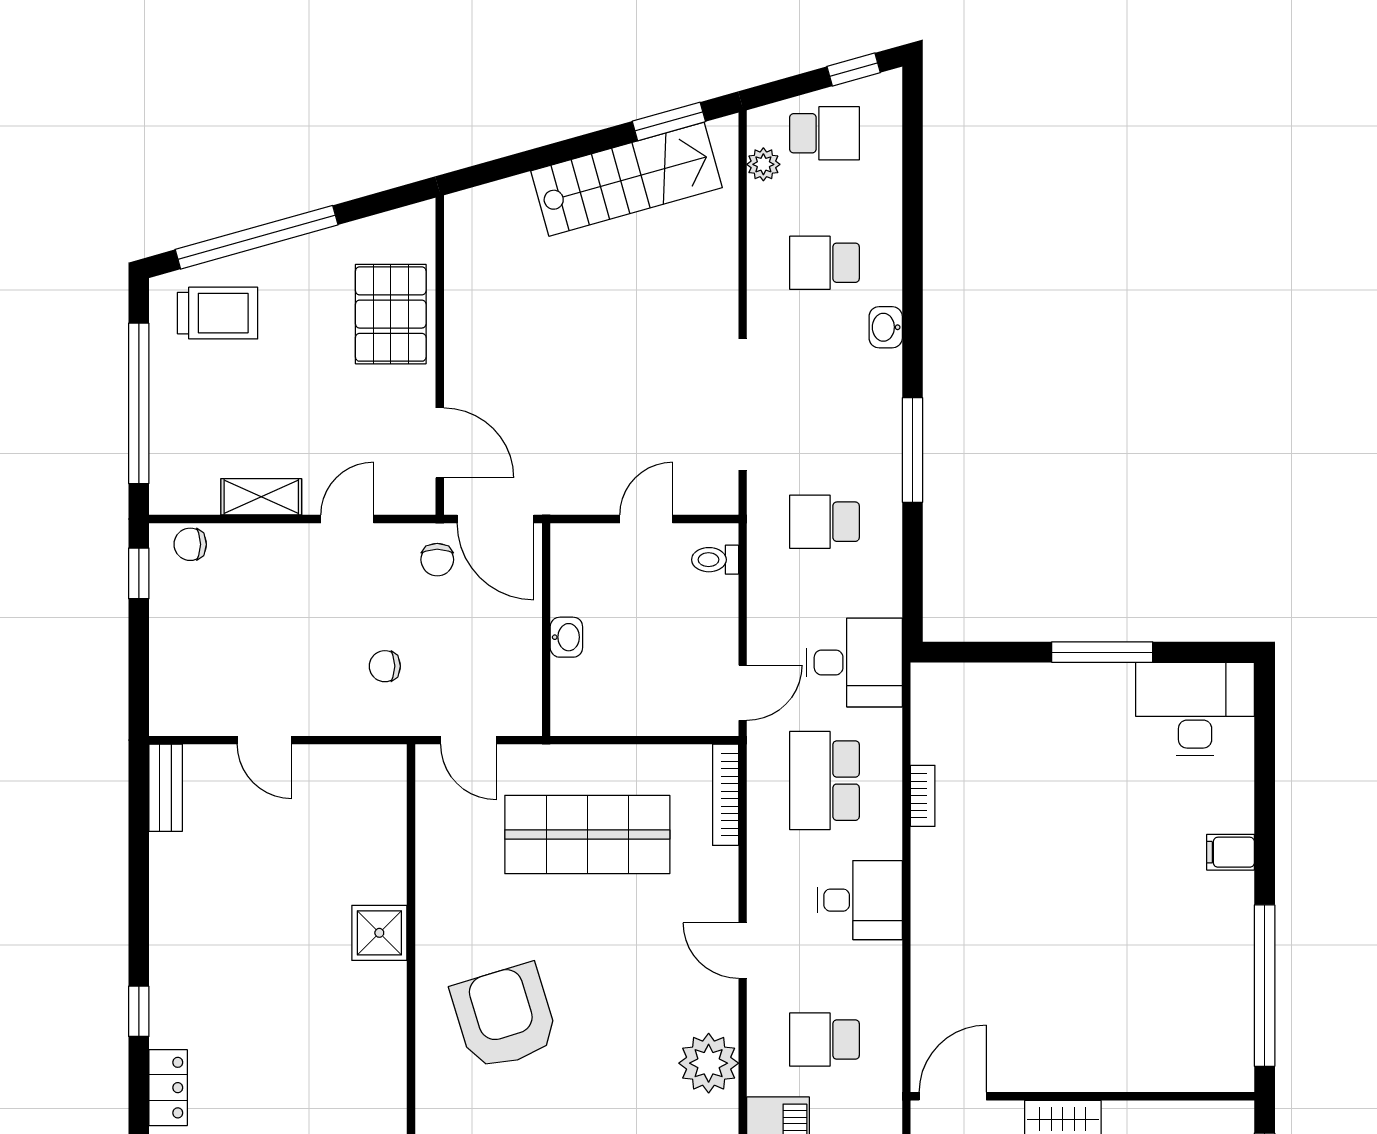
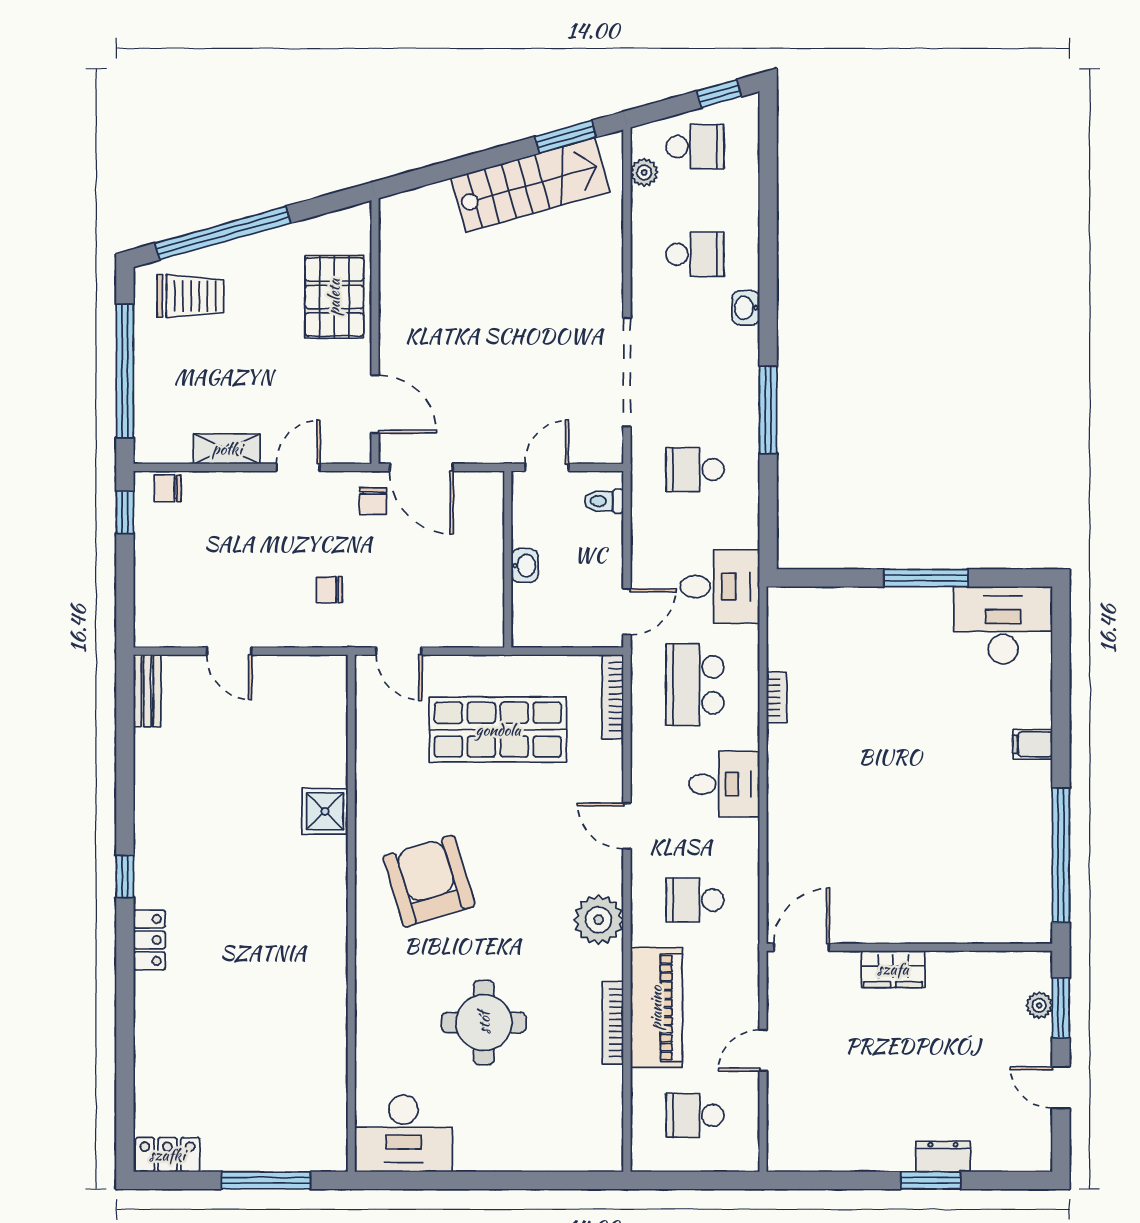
school desk: (824, 263) -> (695, 254), turned 180
wall: (546, 630) -> (508, 559), moved
washbasin: (566, 637) -> (525, 566), moved

